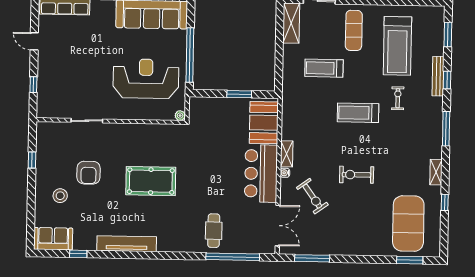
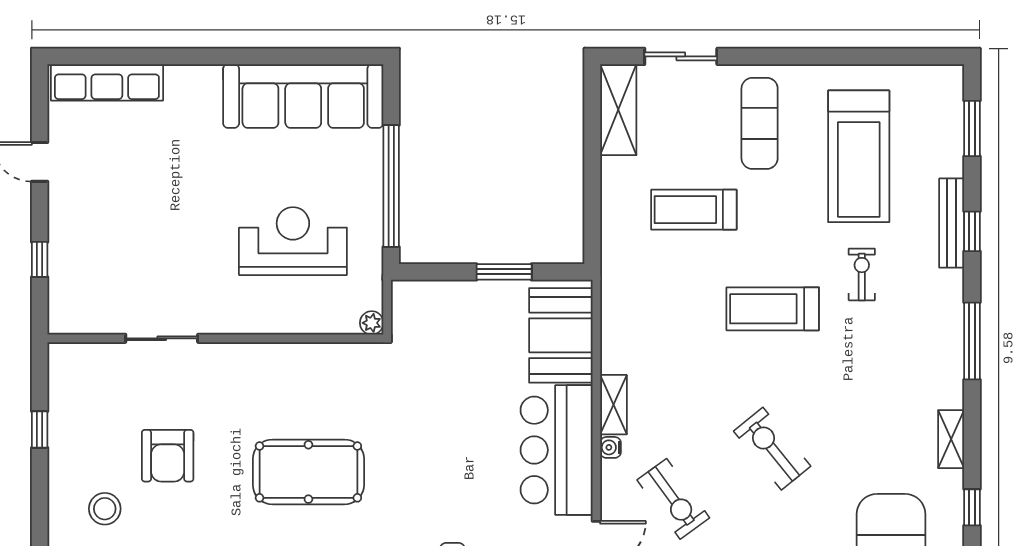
reception desk: (146, 79) -> (293, 241), width x0.74, depth x0.77
exercise bike: (357, 175) -> (772, 449), turned 51

